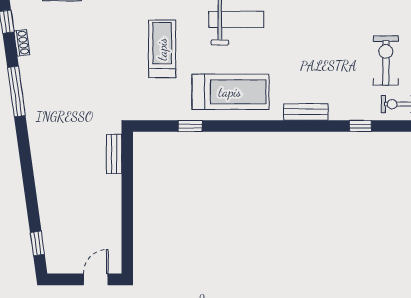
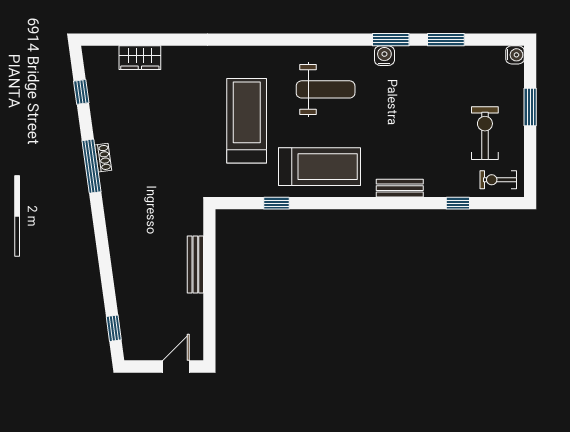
shoe rack: (22, 43) -> (103, 158), moved
treadmill: (162, 49) -> (247, 121), width x1.37, depth x1.38
bench: (114, 154) -> (195, 264), moved, width x1.36

